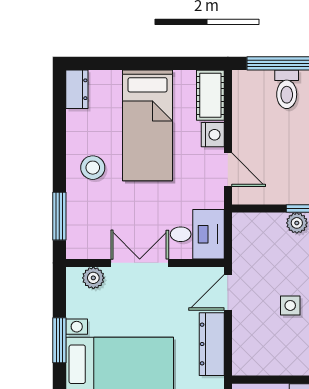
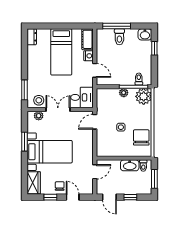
stool: (93, 168) -> (39, 100), moved
dresser: (212, 344) -> (88, 143), removed

